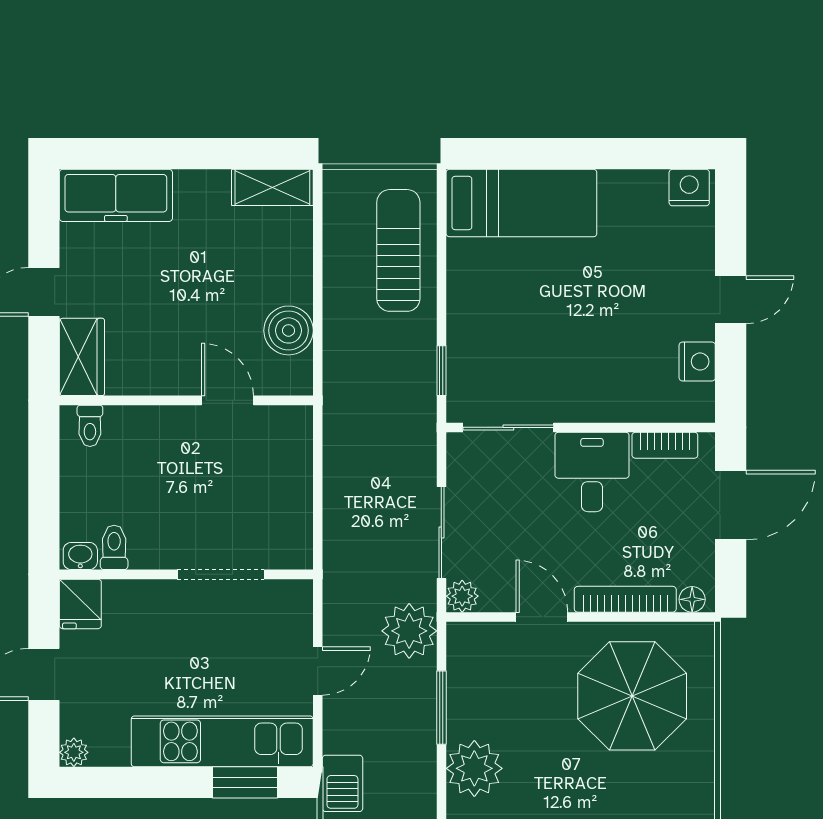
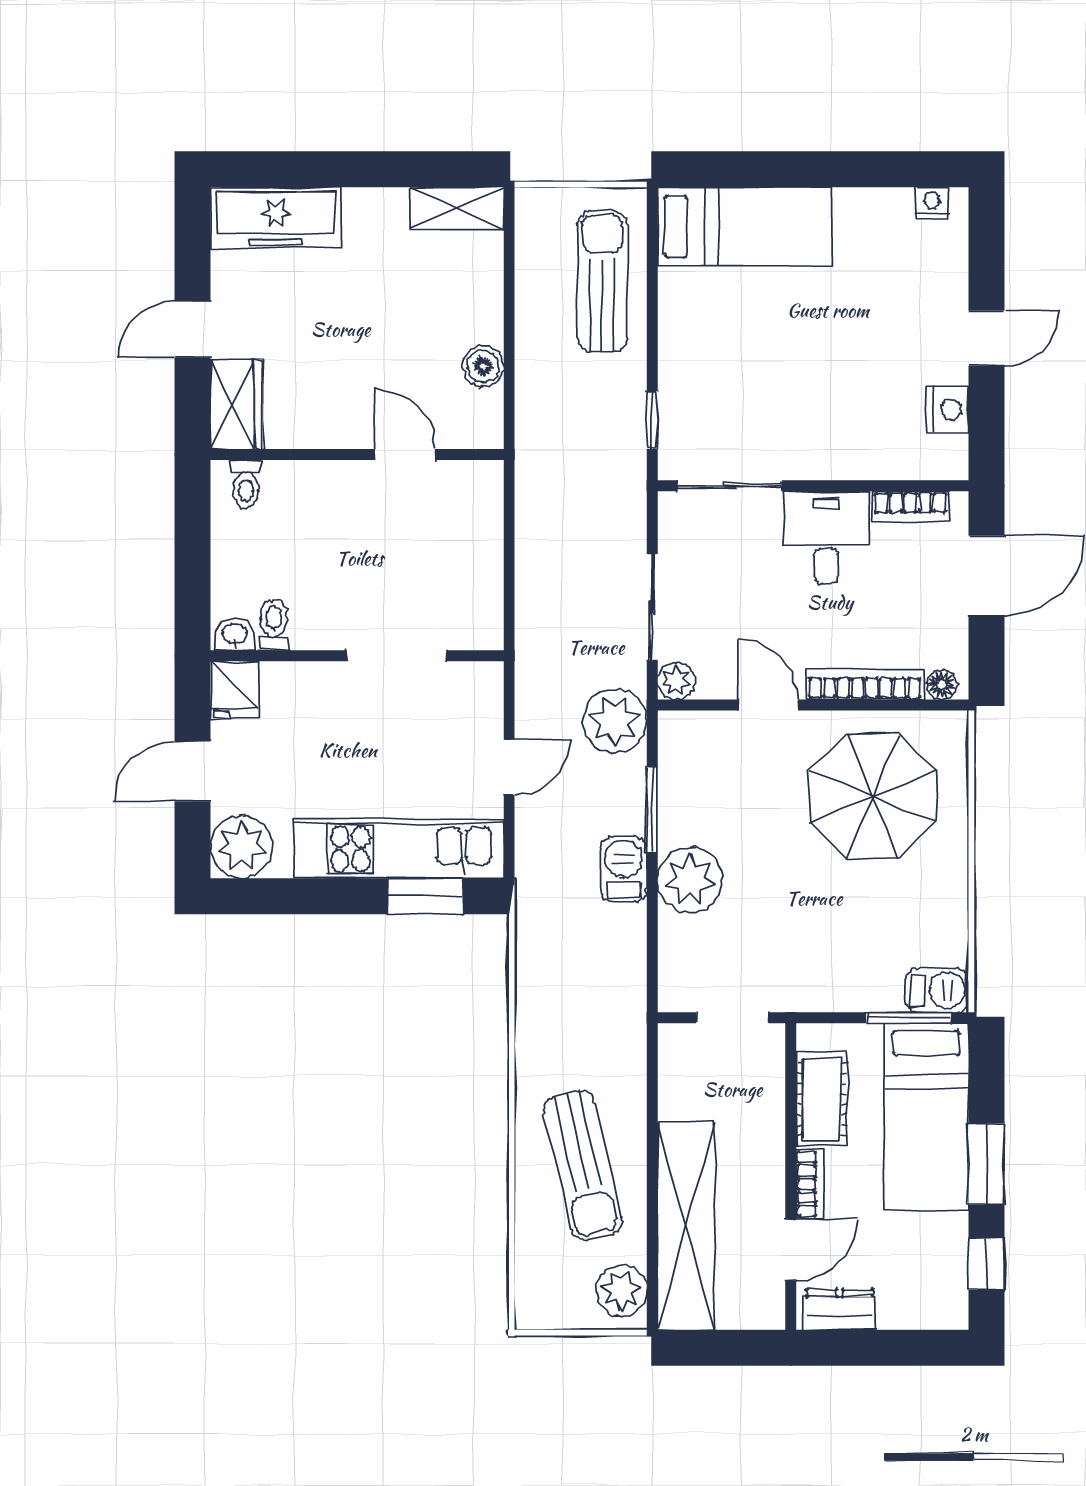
nightstand: (689, 188) -> (932, 203), width x0.72, depth x0.74
boiler: (289, 330) -> (483, 366), width x0.73, depth x0.73
plant: (74, 752) -> (242, 847), width x1.88, depth x1.88
barbecue: (342, 783) -> (624, 869), moved, turned 180

